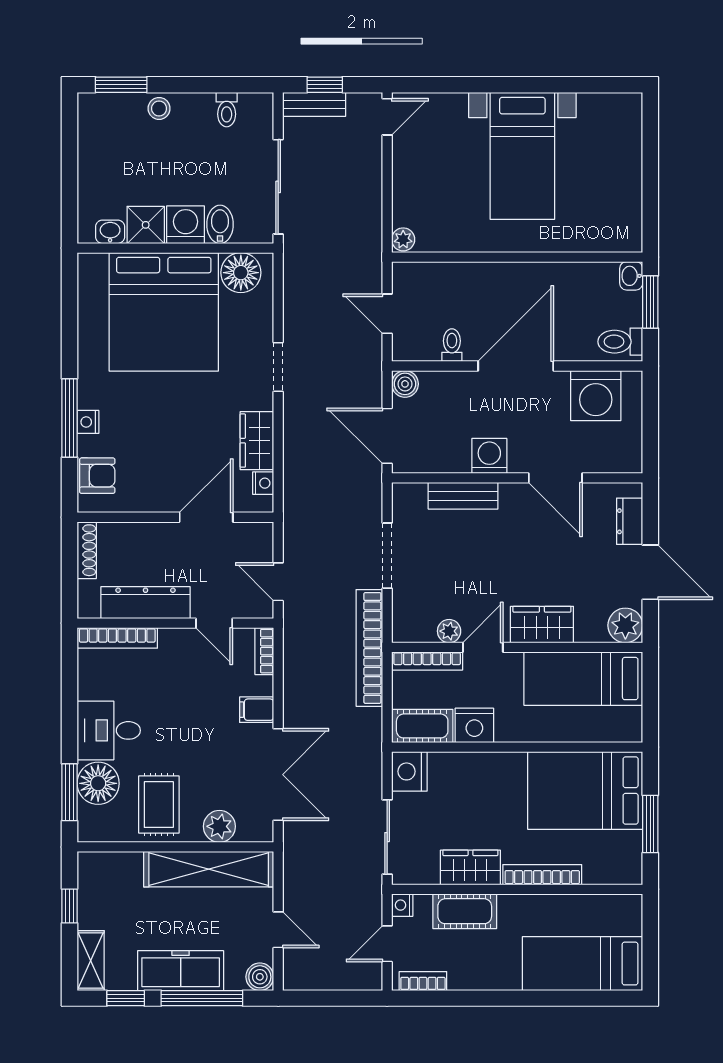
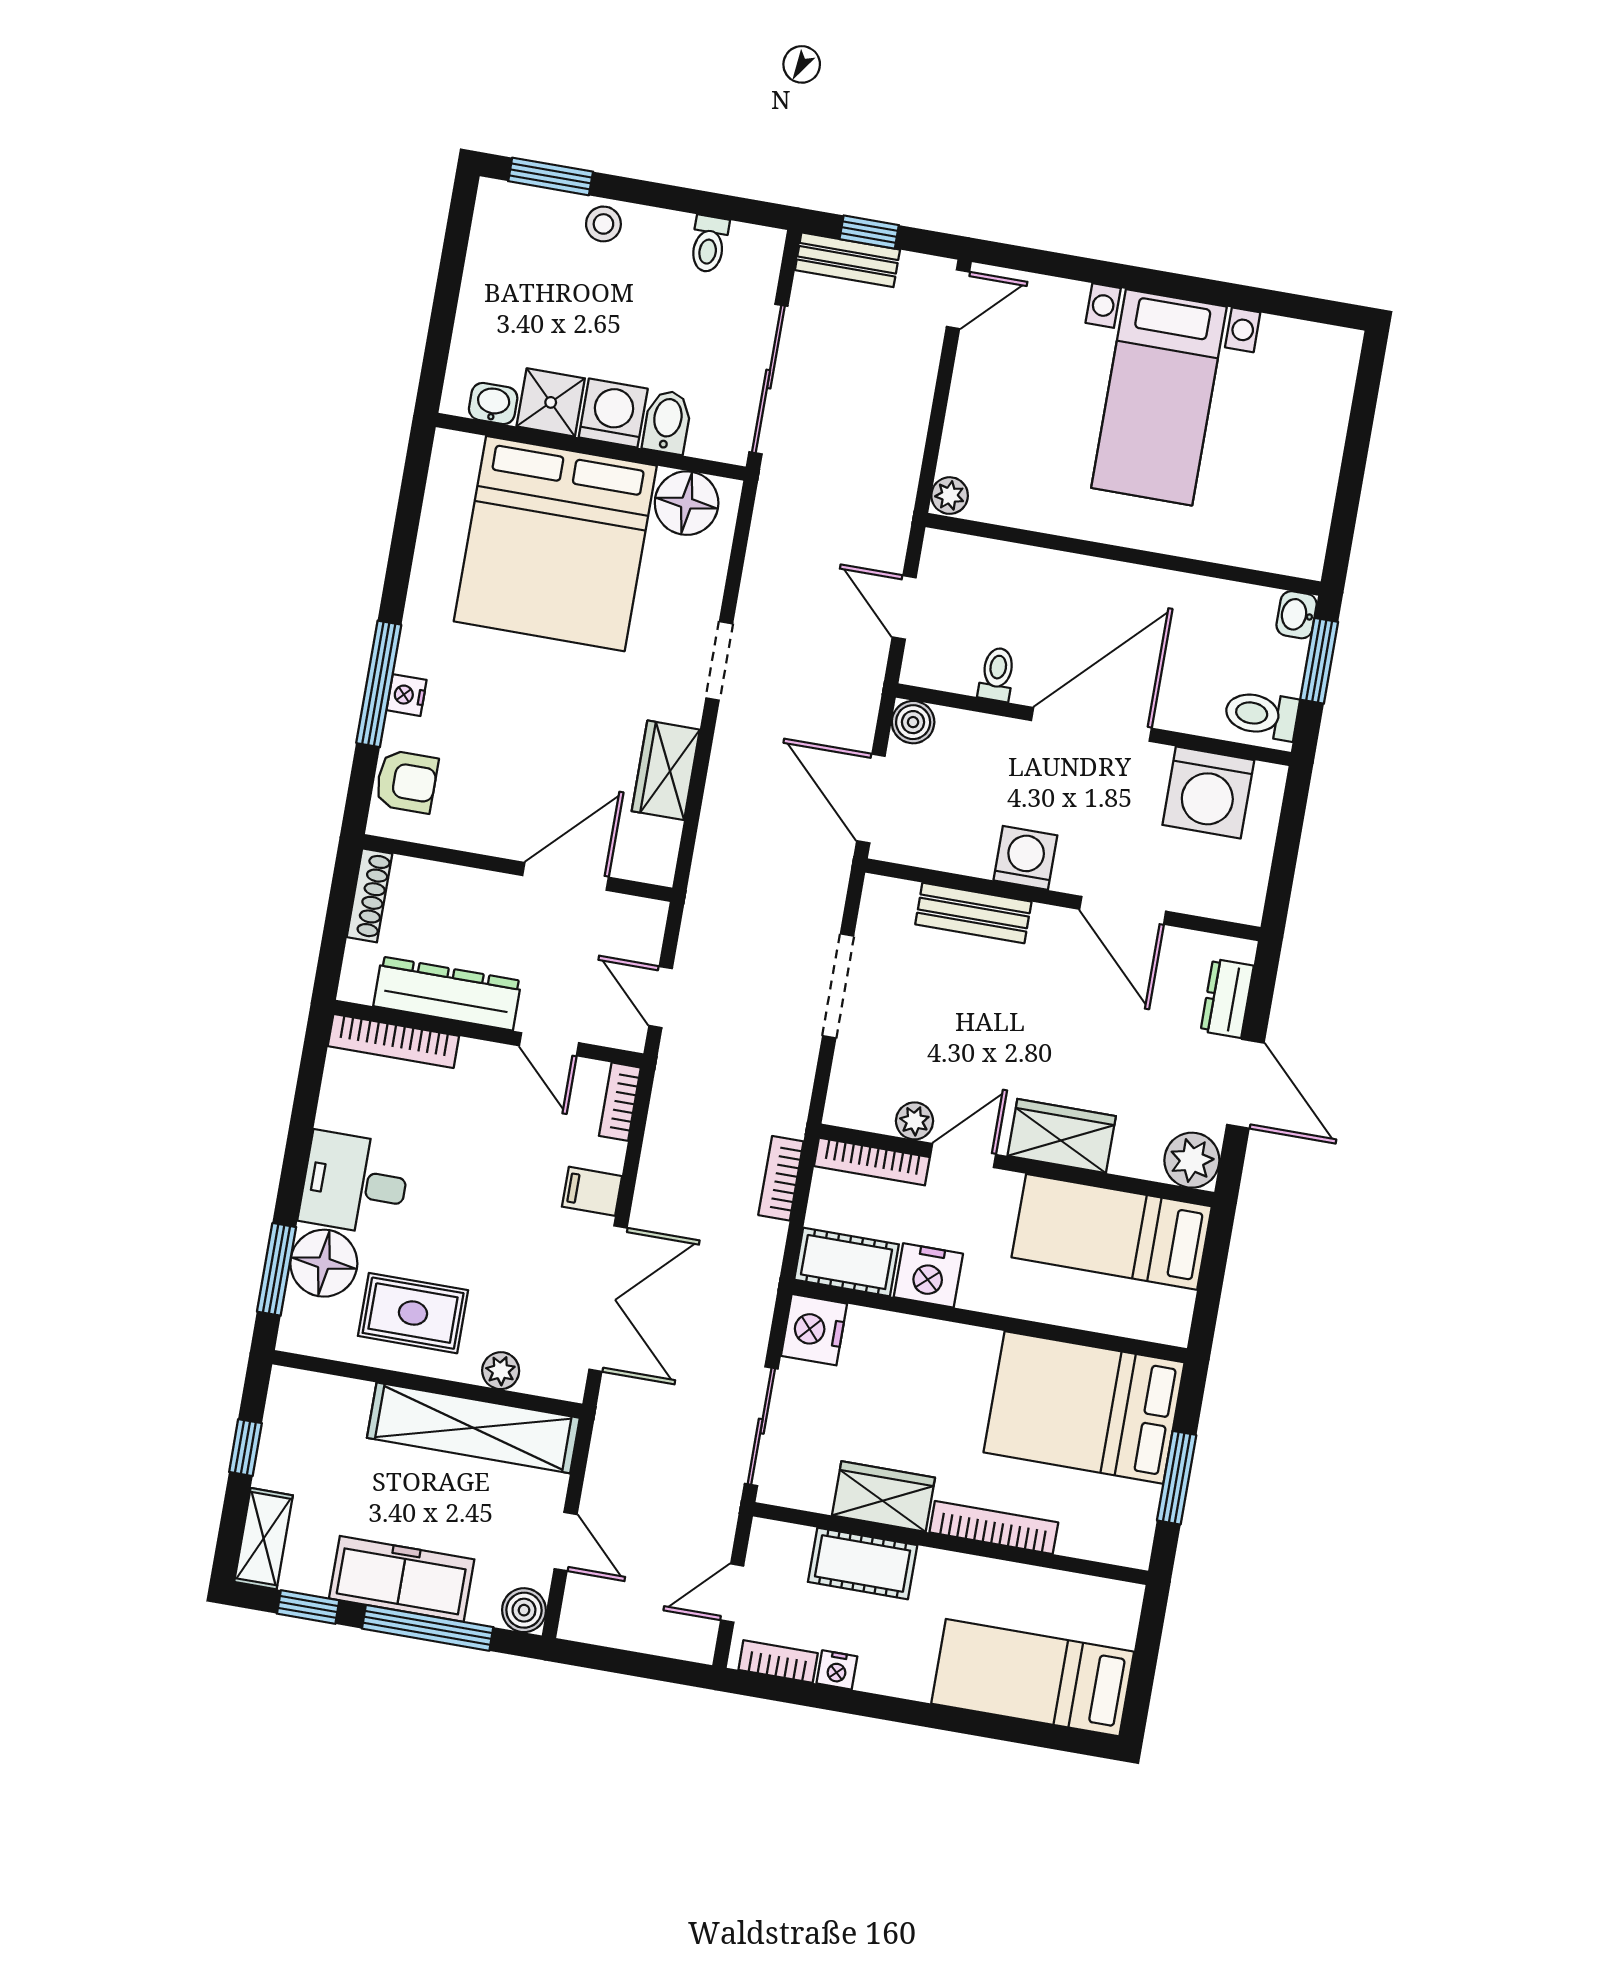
nightstand: (263, 483) -> (664, 839), removed
bookcase: (369, 648) -> (781, 1178), width x0.43, depth x0.76
rug: (159, 805) -> (413, 1313), turned 90
plant: (219, 826) -> (501, 1371), width x0.73, depth x0.73
nightstand: (402, 905) -> (837, 1670), moved, turned -90

